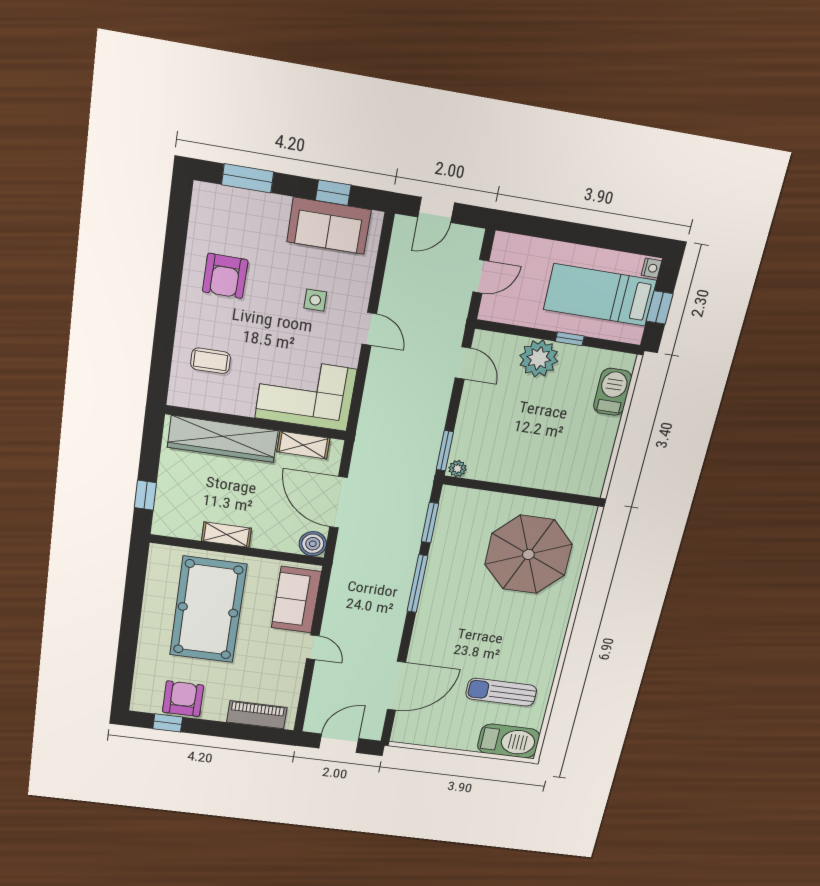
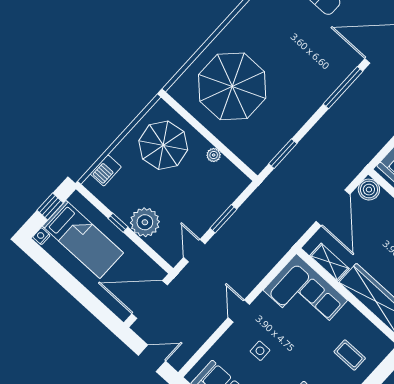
door: (481, 276) -> (150, 299), width x1.87
barbecue: (612, 392) -> (106, 170), width x0.73, depth x0.79
window: (445, 451) -> (223, 219), moved
parasol: (568, 452) -> (163, 145), added
plant: (457, 469) -> (214, 155), moved
window: (417, 584) -> (343, 88), moved

